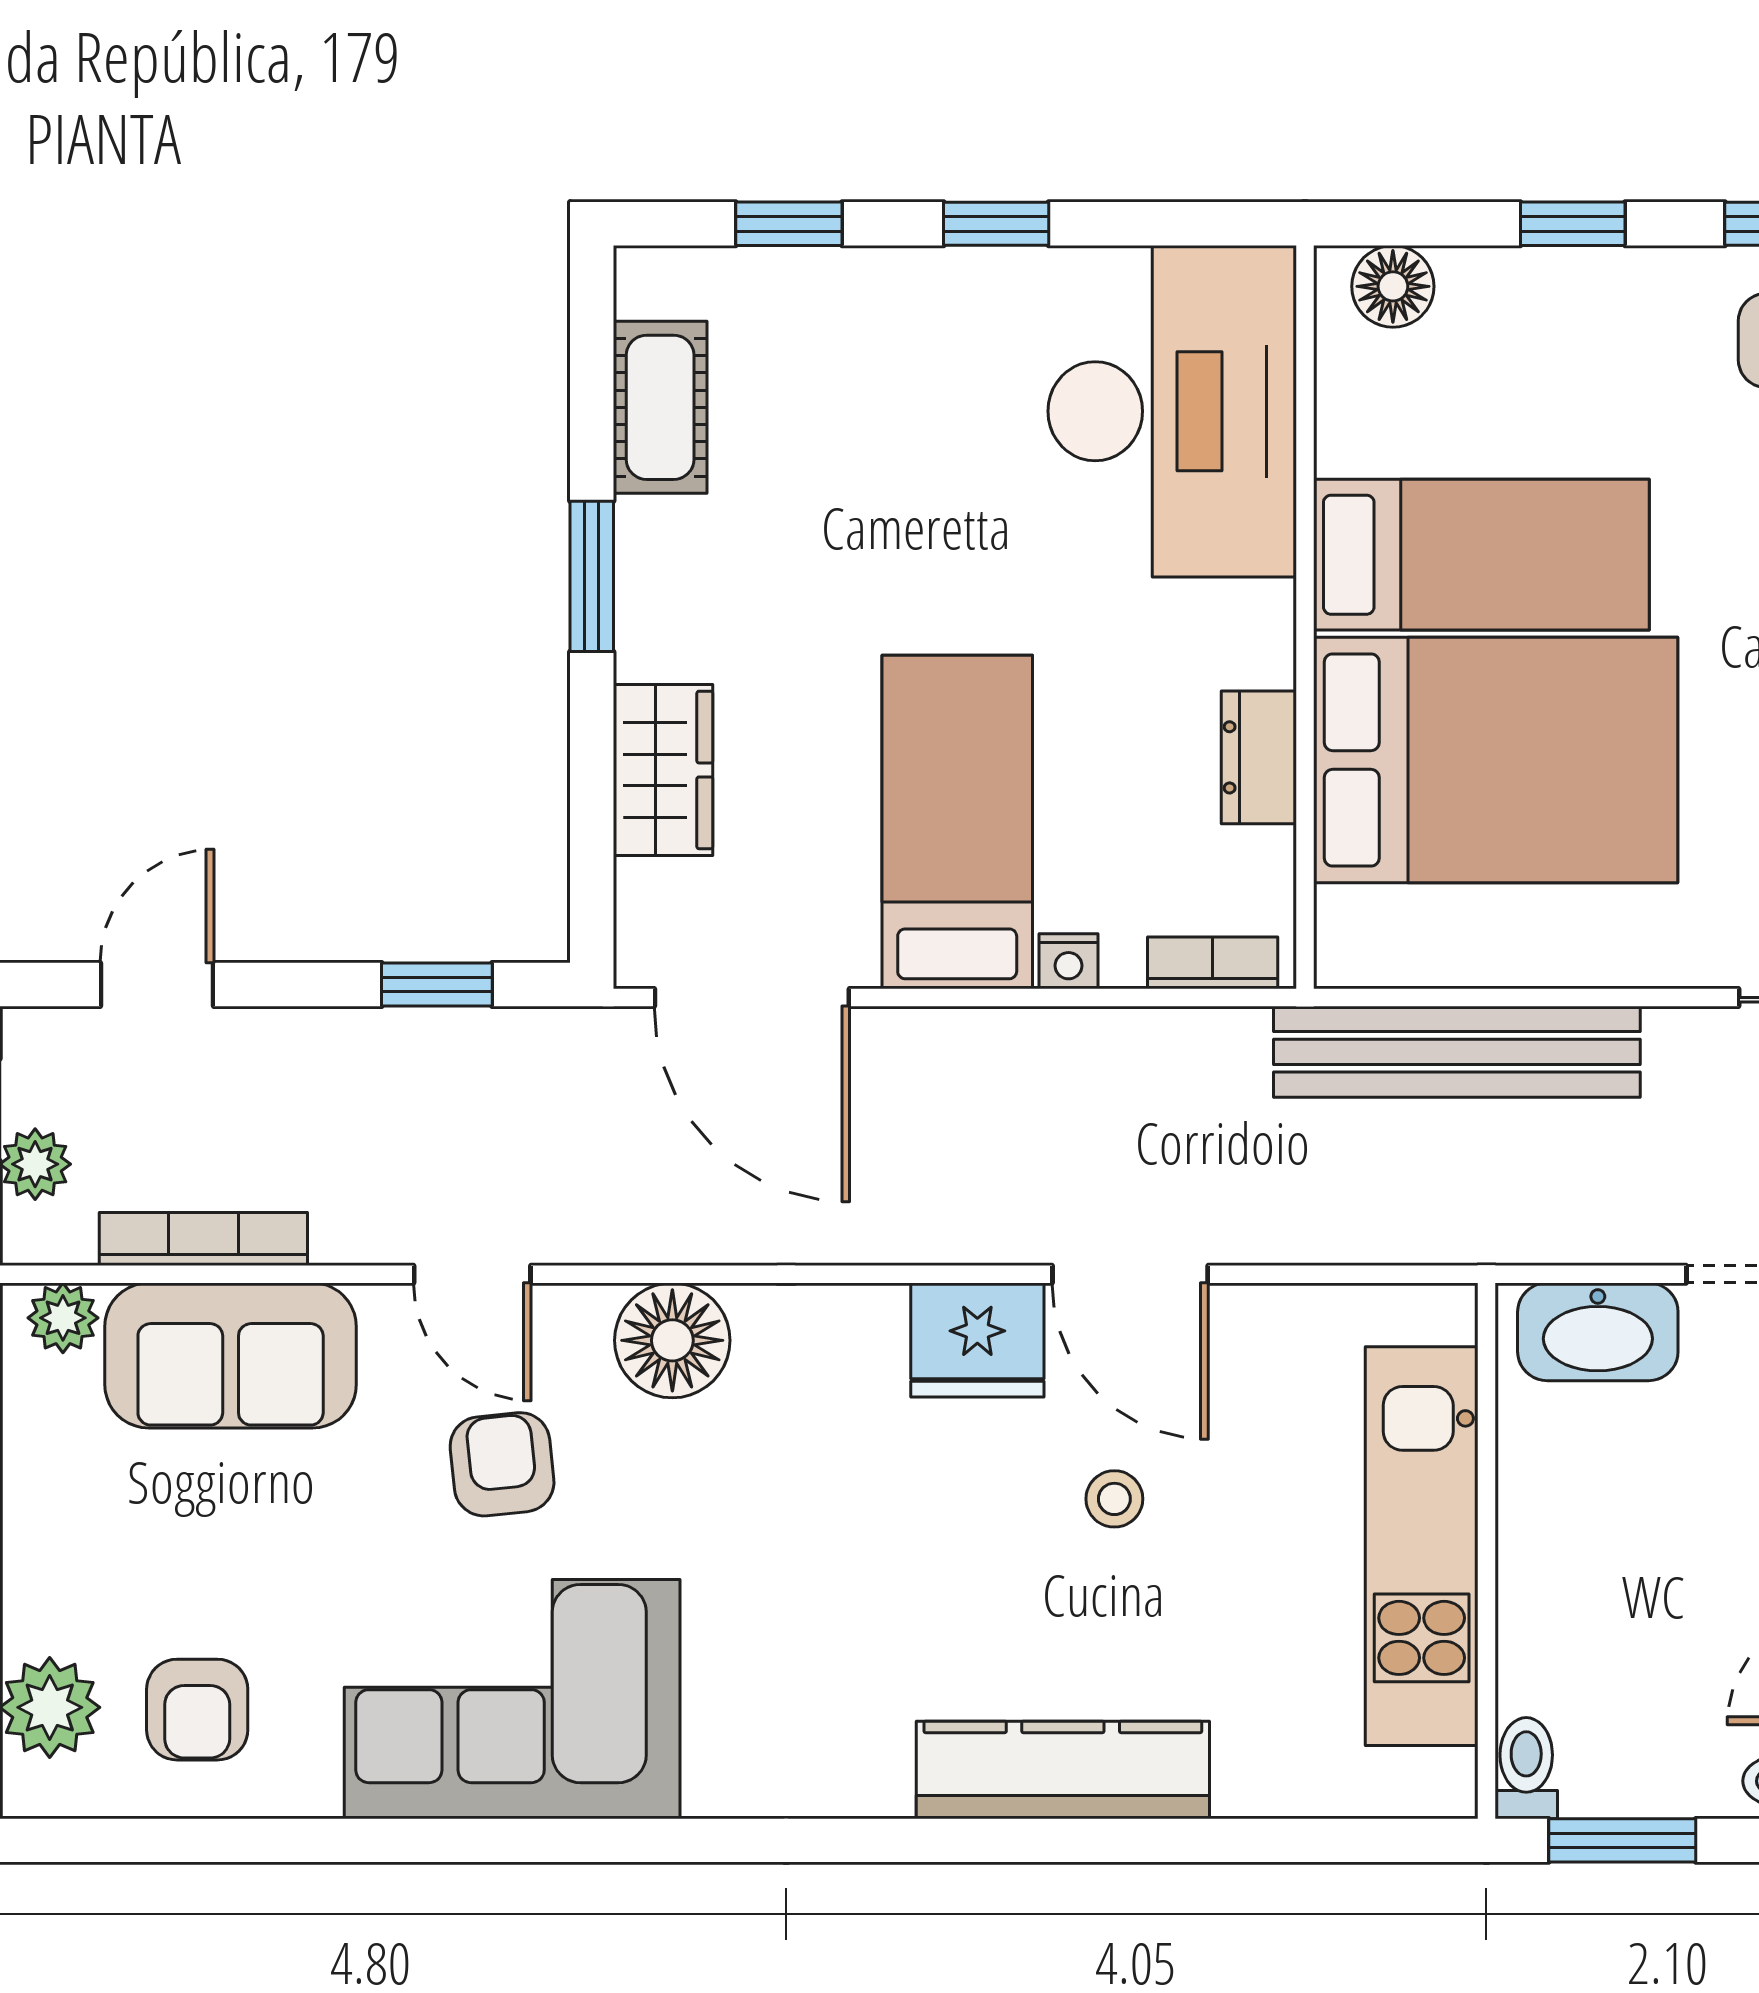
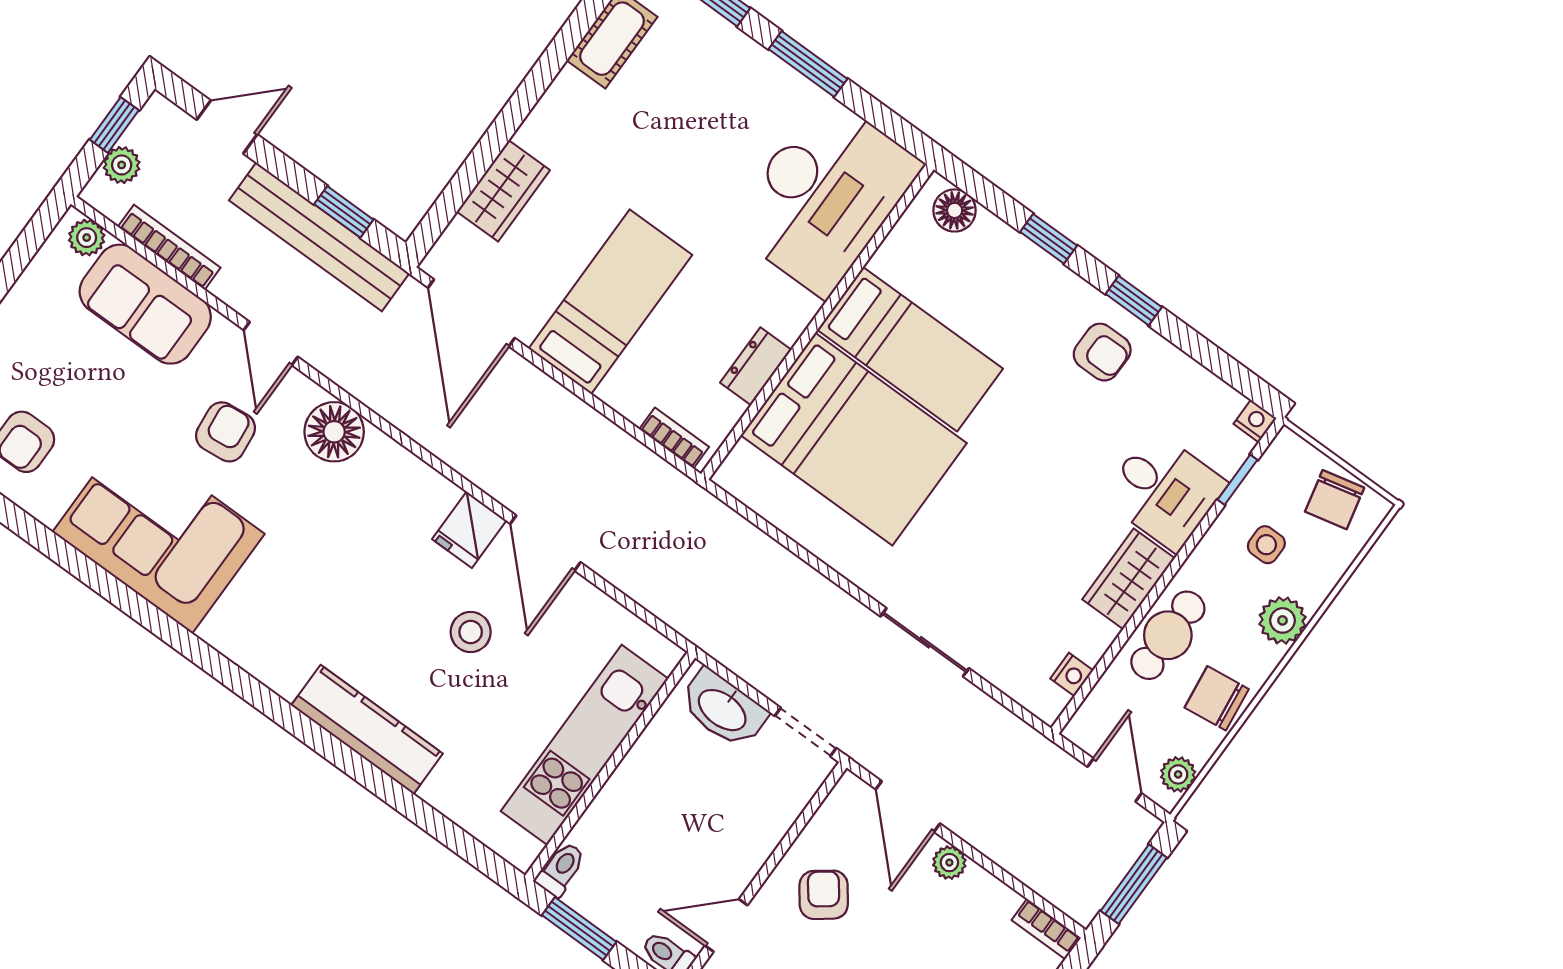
window: (996, 224) -> (808, 64), width x1.50
window: (592, 576) -> (532, 88), removed
nightstand: (1068, 961) -> (614, 394), removed
bench: (1457, 1052) -> (319, 237), moved
fridge: (977, 1340) -> (469, 530), width x0.72
stool: (1114, 1499) -> (471, 632), width x1.37, depth x1.37

